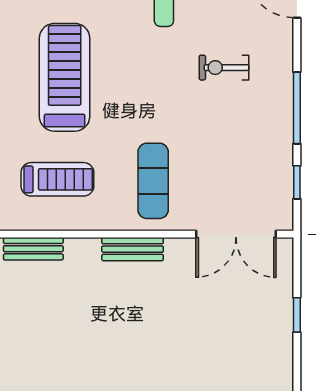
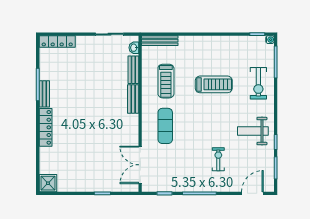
treadmill: (65, 77) -> (214, 84), width x0.73, depth x0.73
exercise mat: (153, 181) -> (165, 126), turned 90
bench: (133, 249) -> (133, 99), moved

